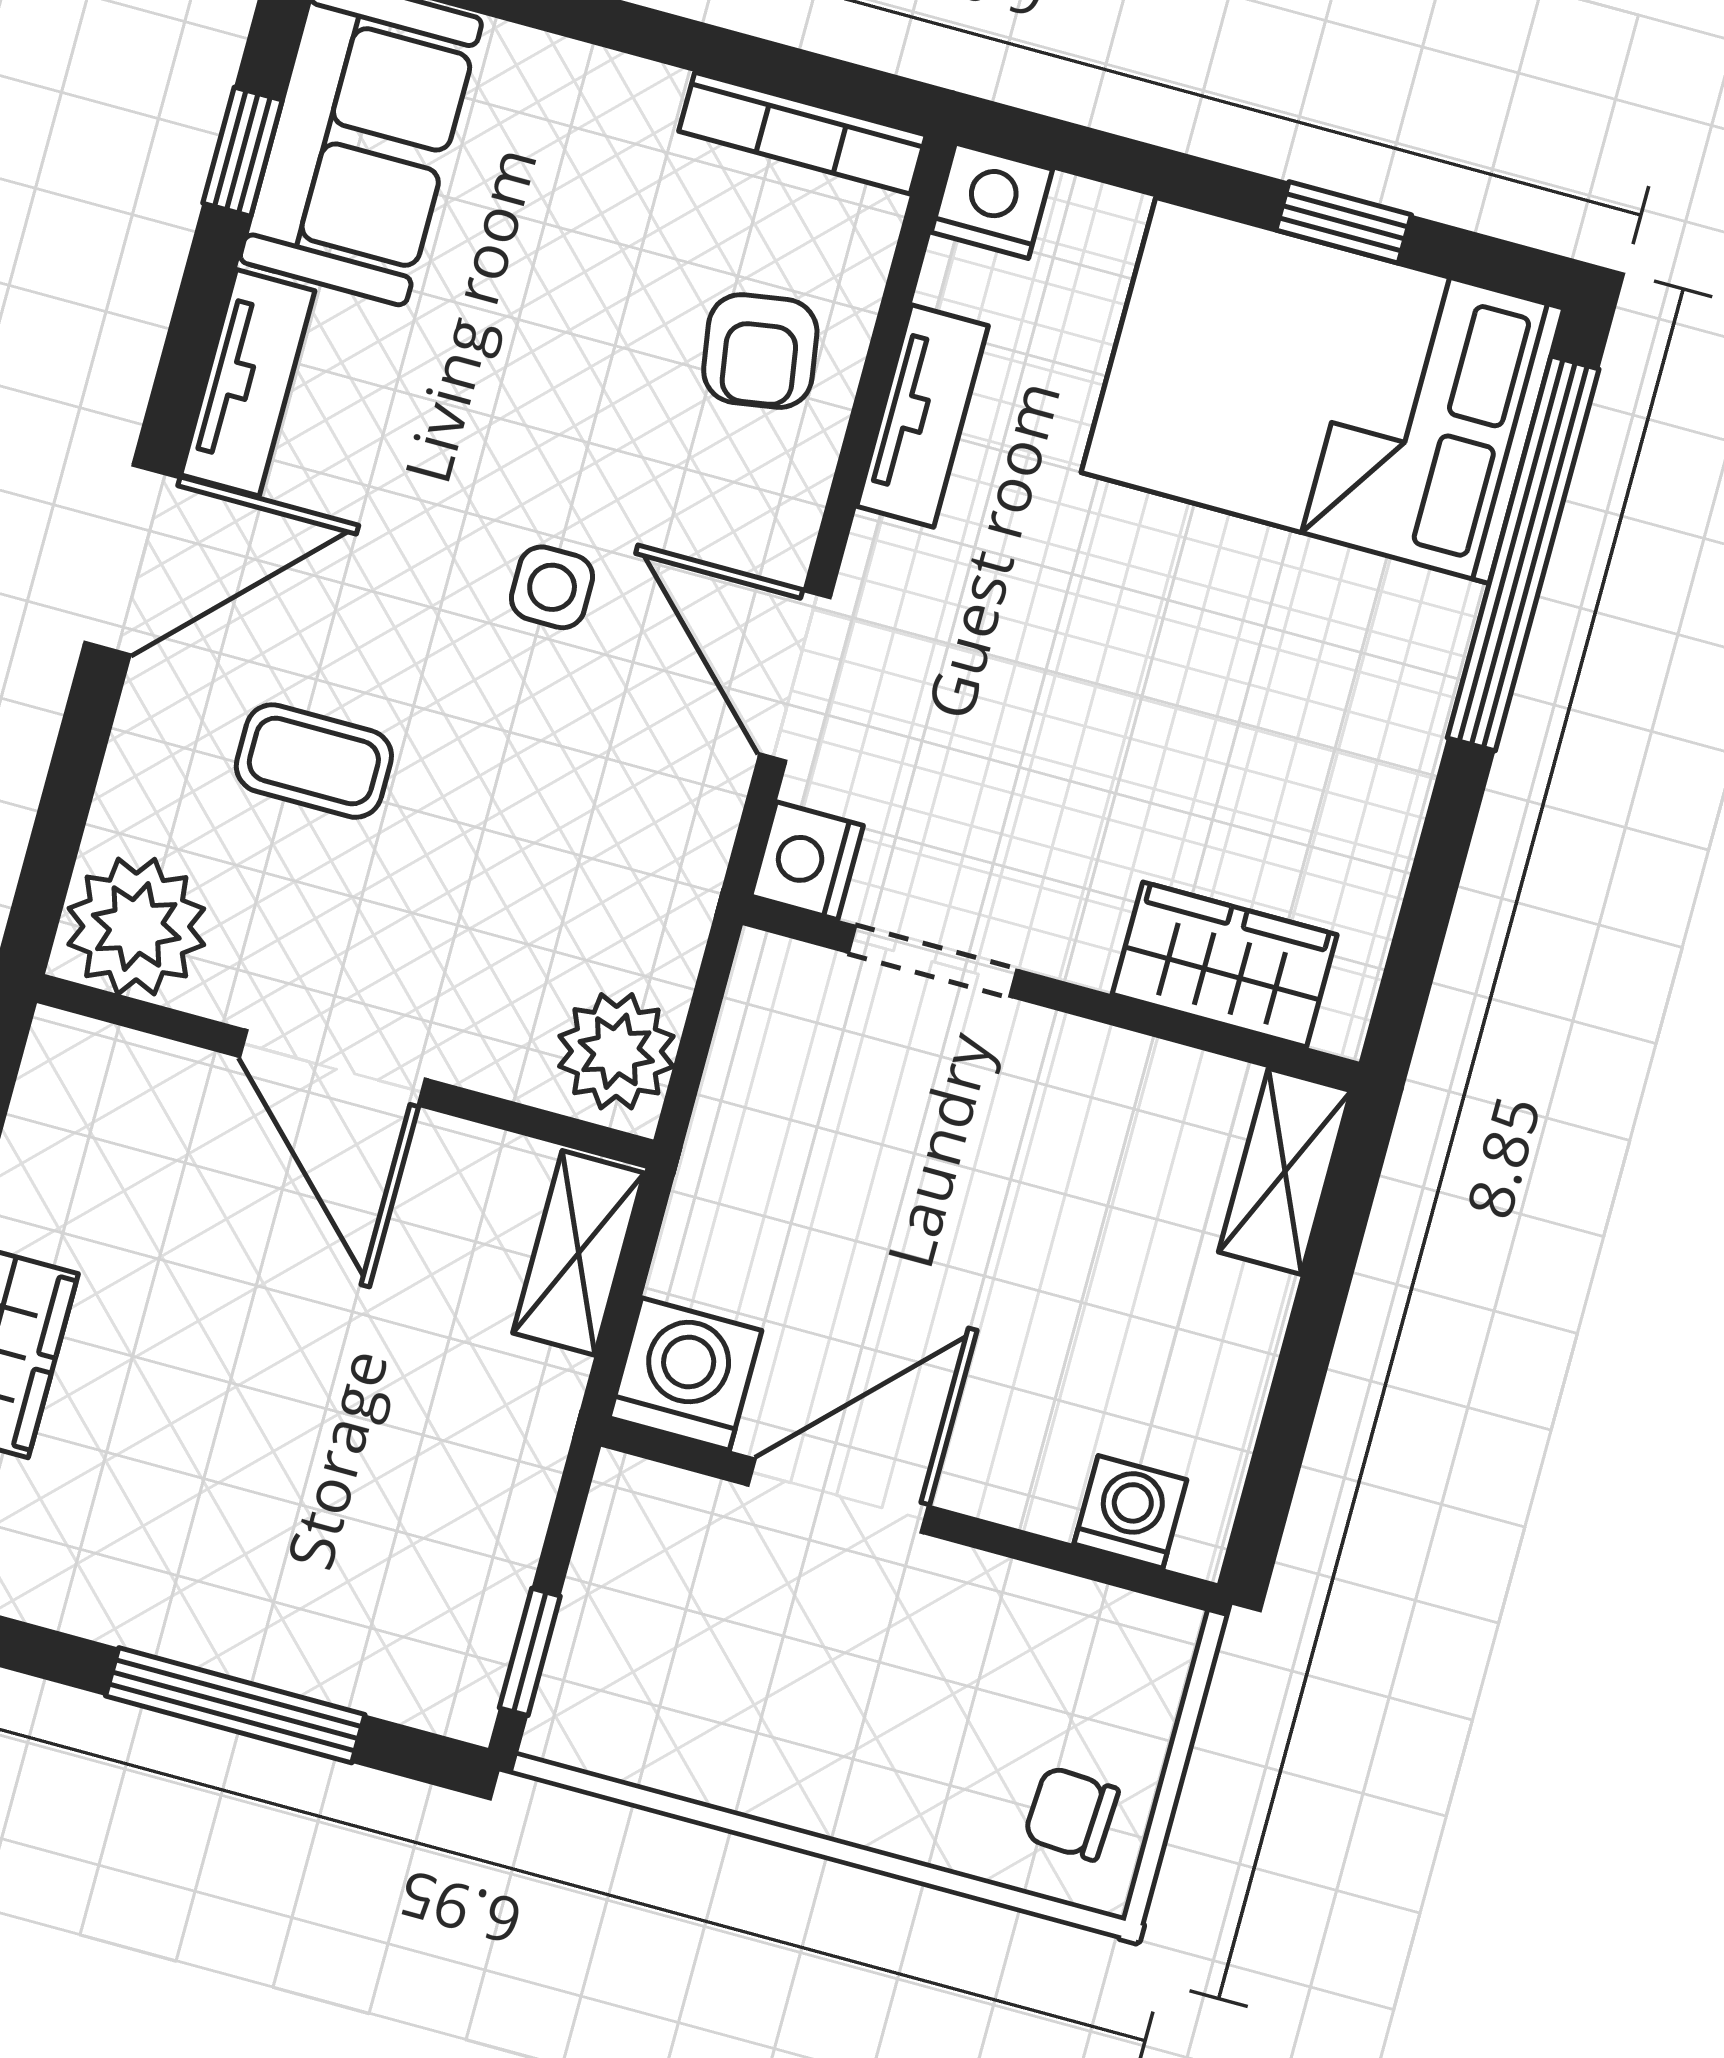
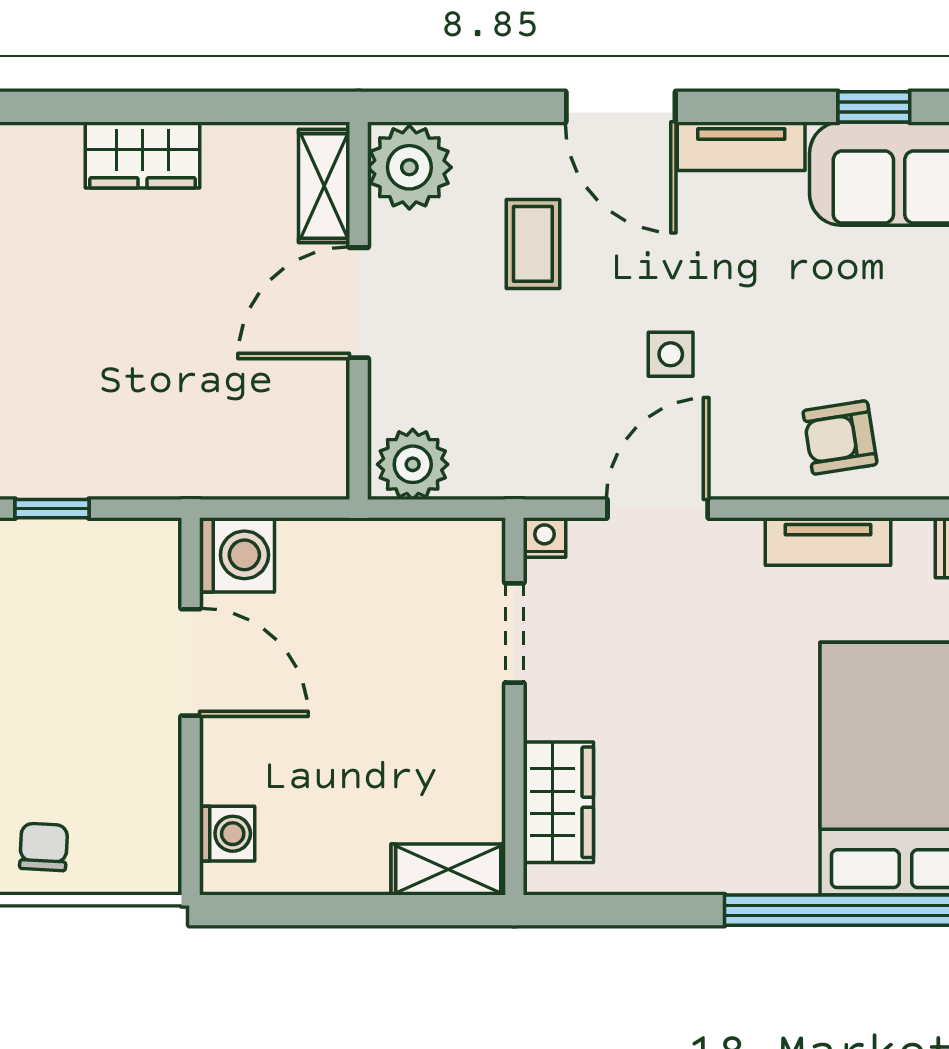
nightstand: (807, 861) -> (544, 538), width x0.72, depth x0.74
shelving: (579, 1253) -> (324, 186), moved, turned 90

